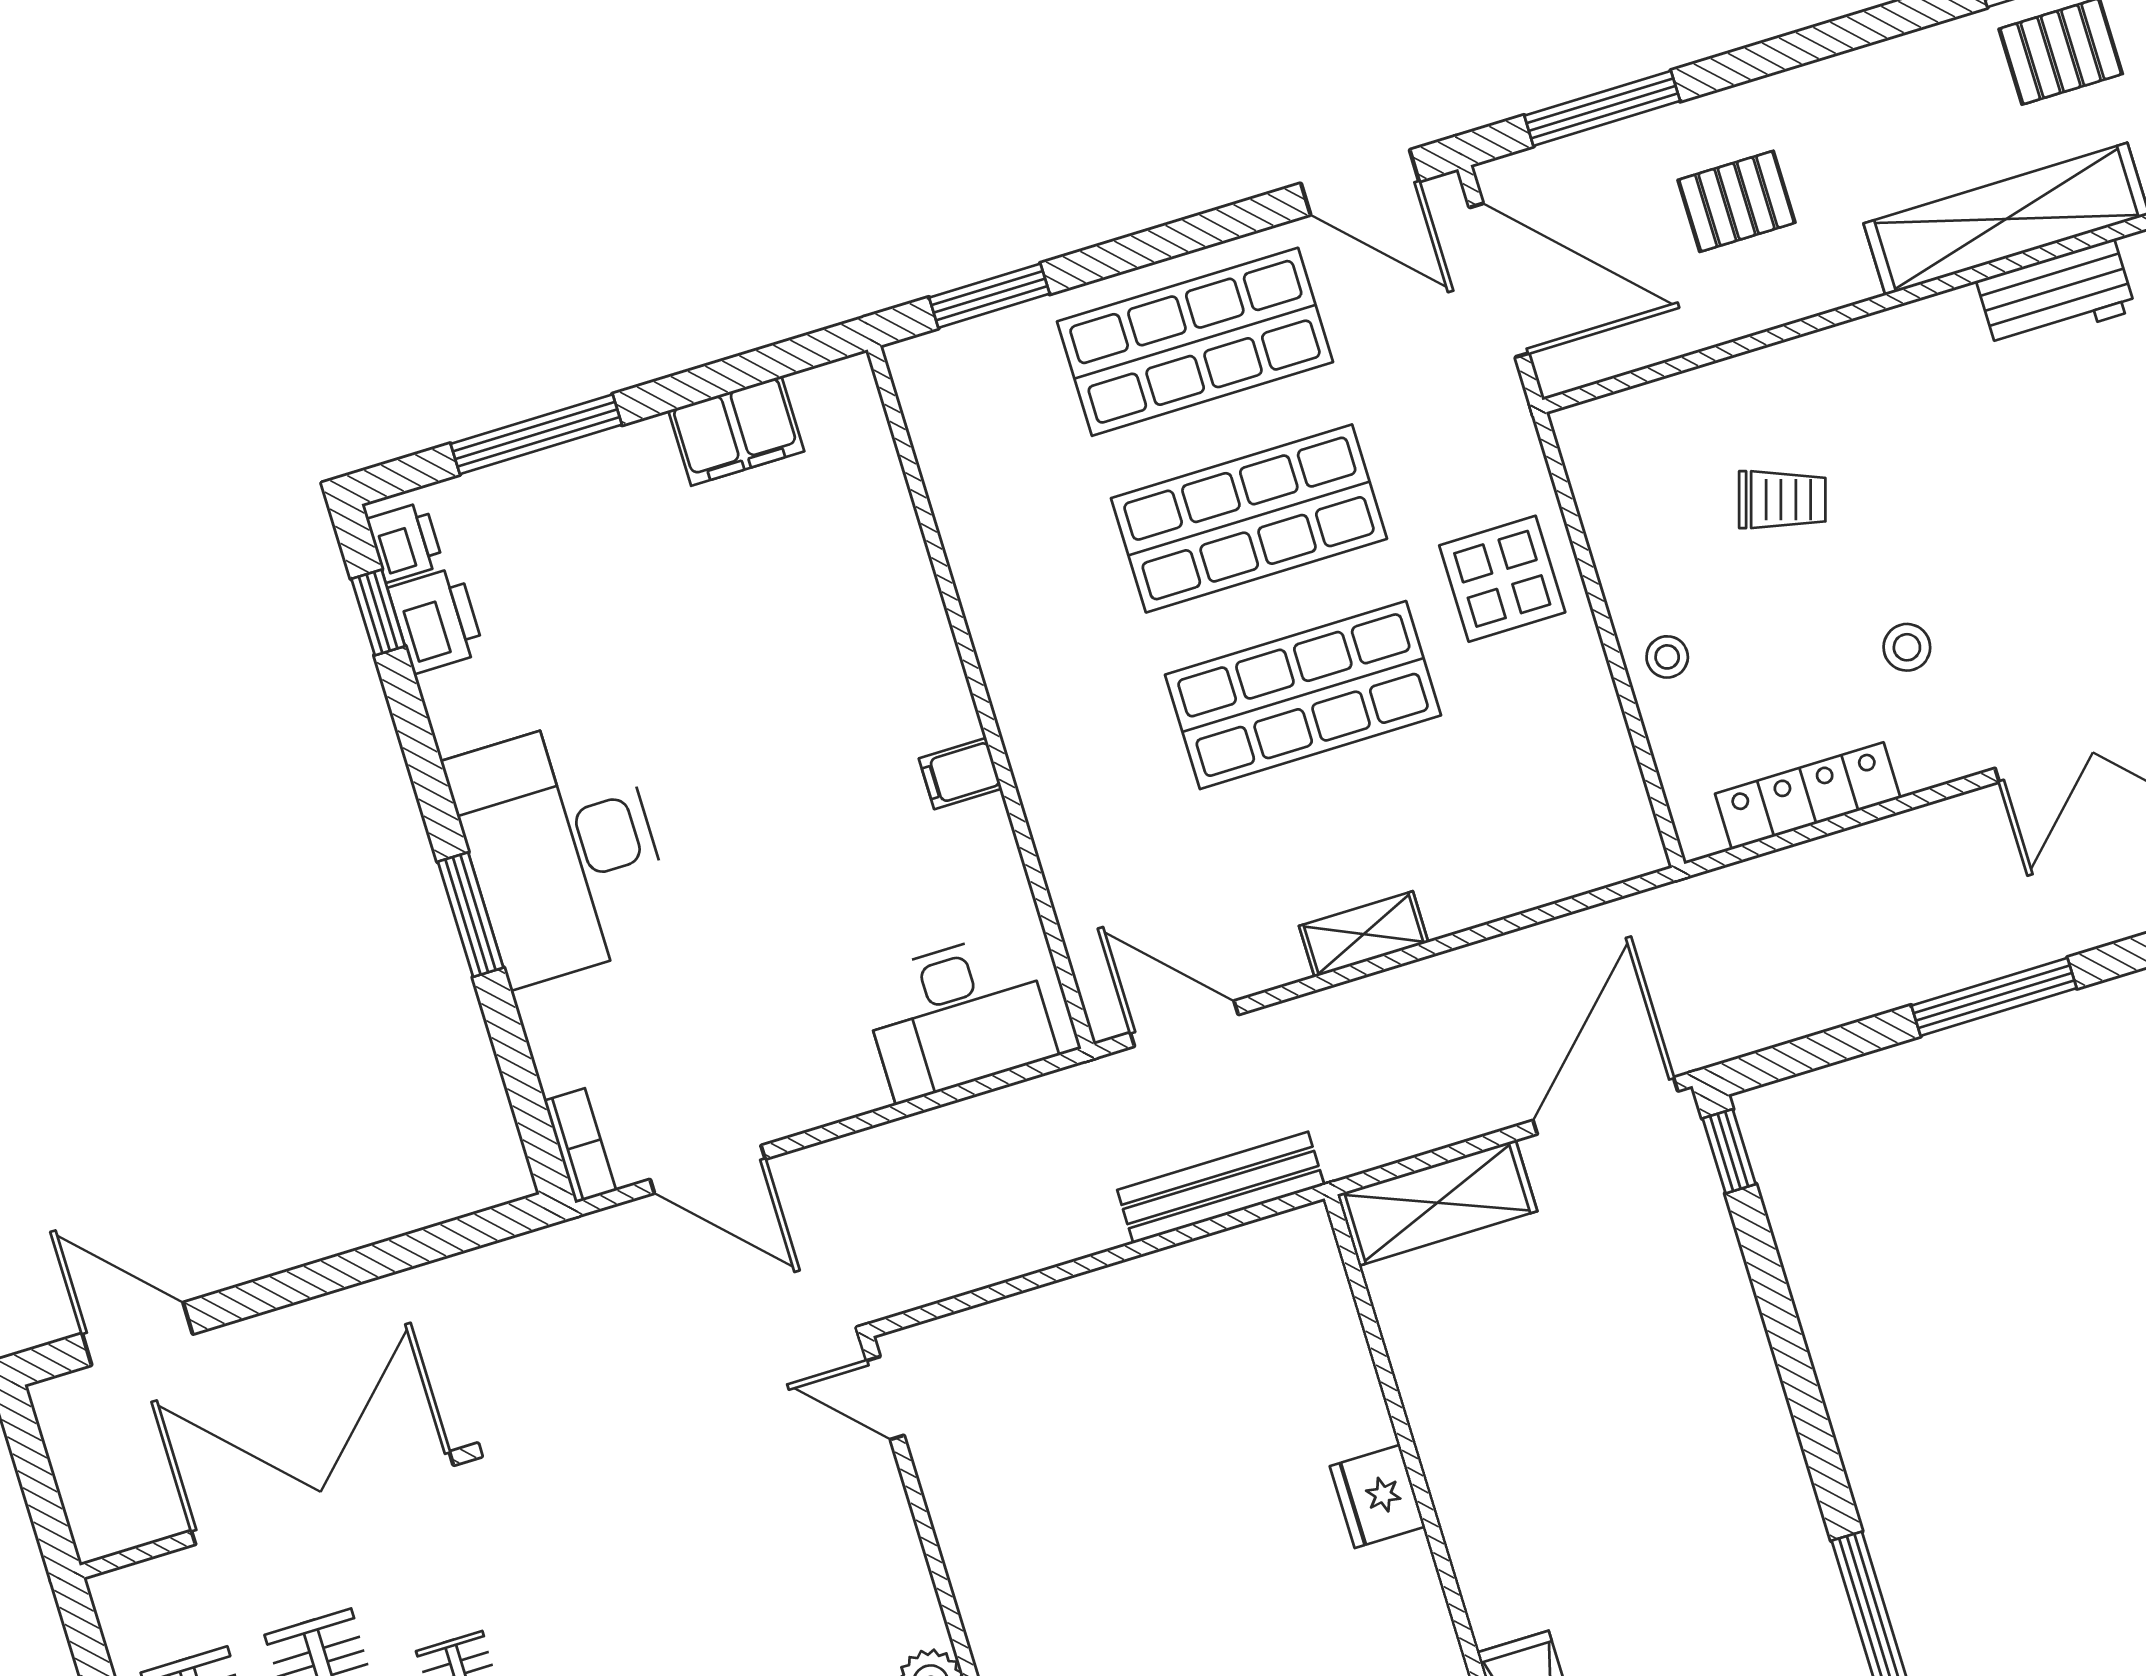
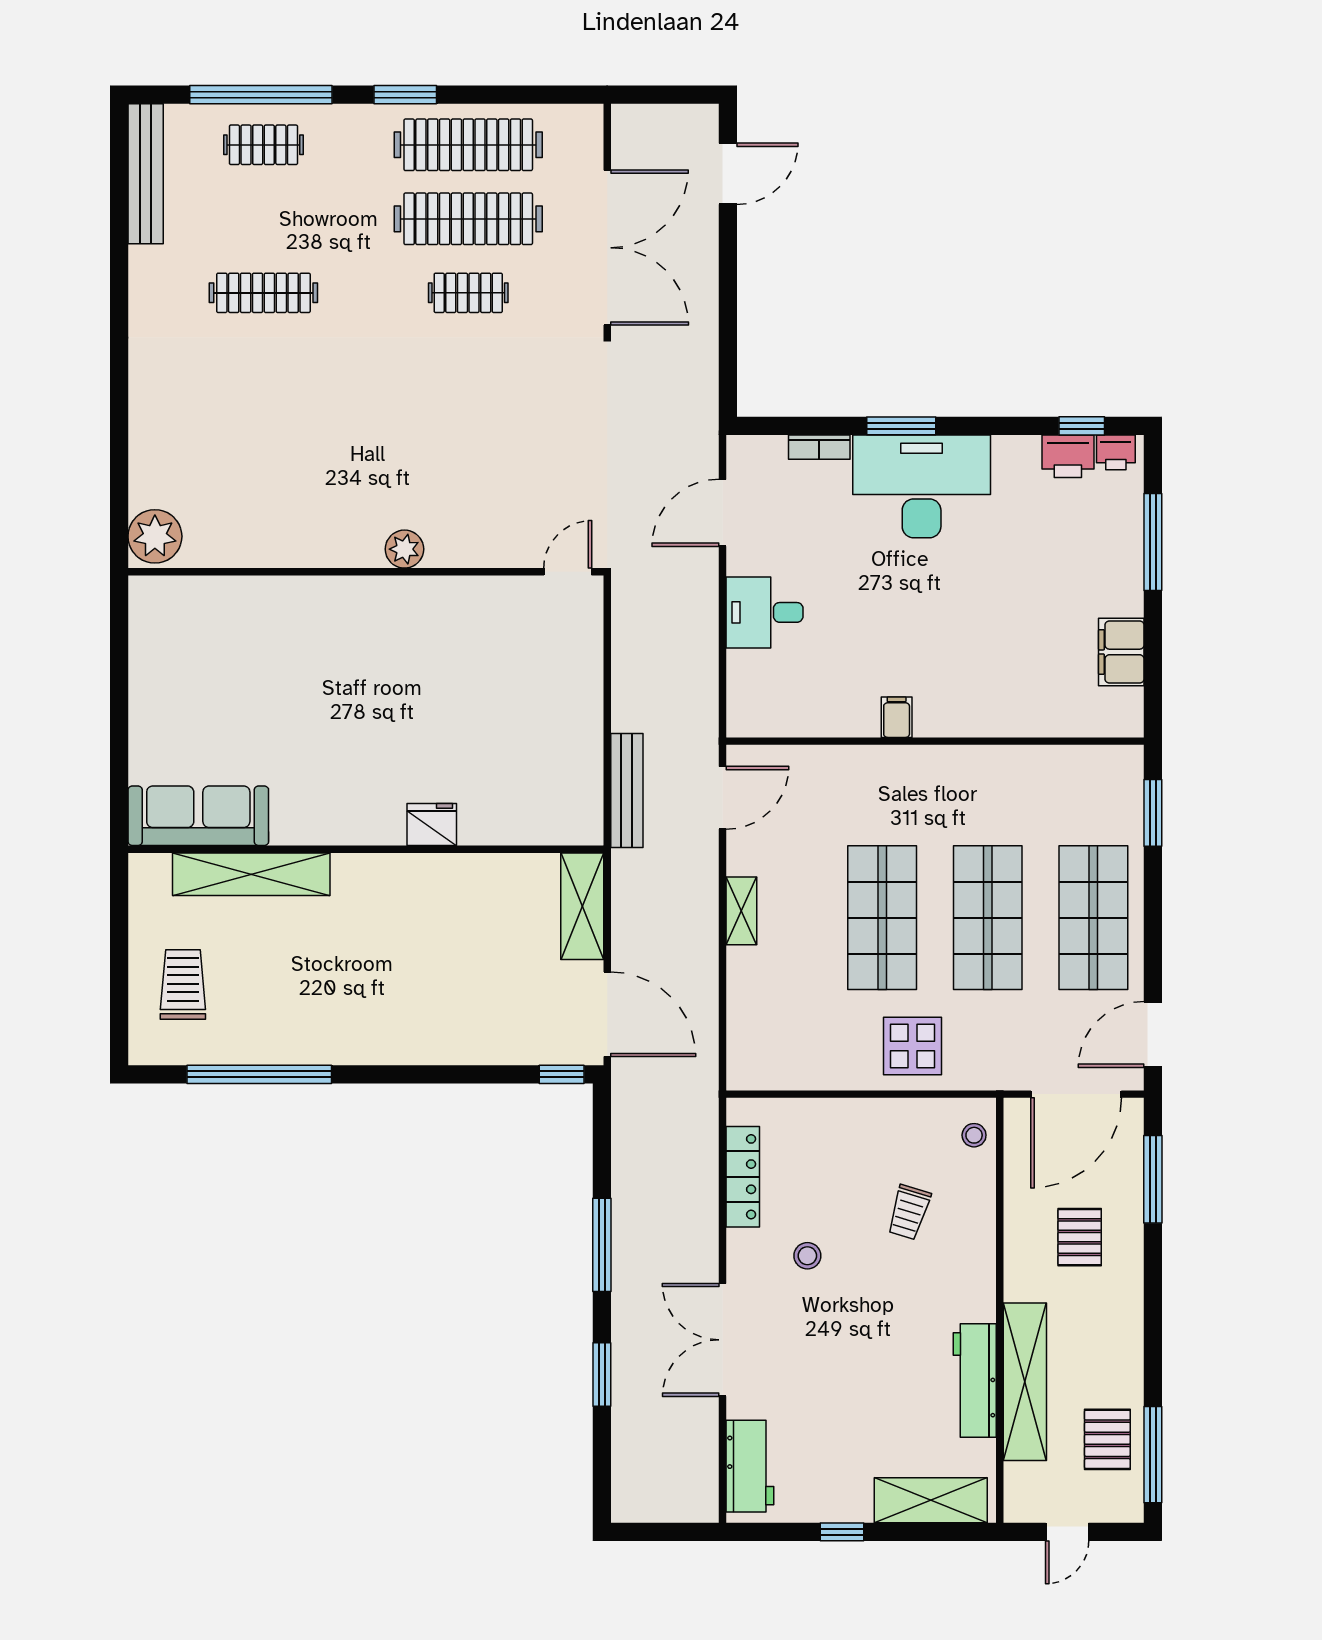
workbench: (2056, 295) -> (975, 1380), width x1.38
stool: (1667, 657) -> (974, 1135), moved
desk: (958, 1016) -> (764, 612), moved, width x0.73
bookcase: (580, 1146) -> (819, 447), moved

